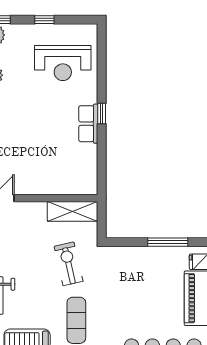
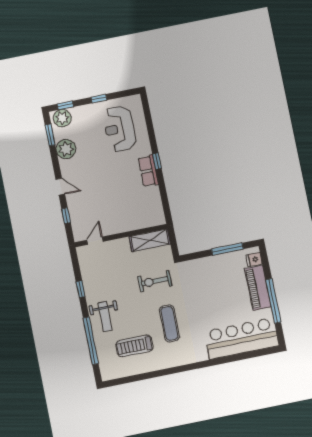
reception desk: (63, 63) -> (120, 129), turned 90
exercise bike: (69, 264) -> (155, 281), turned -77

